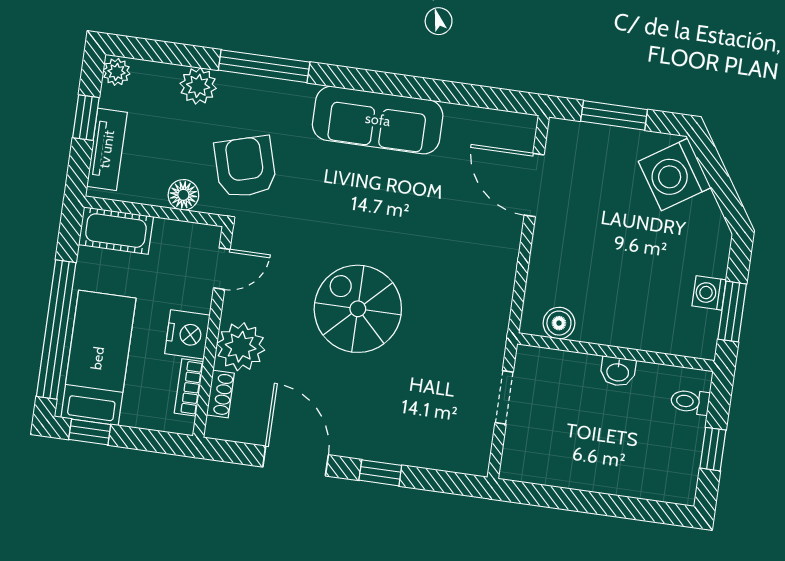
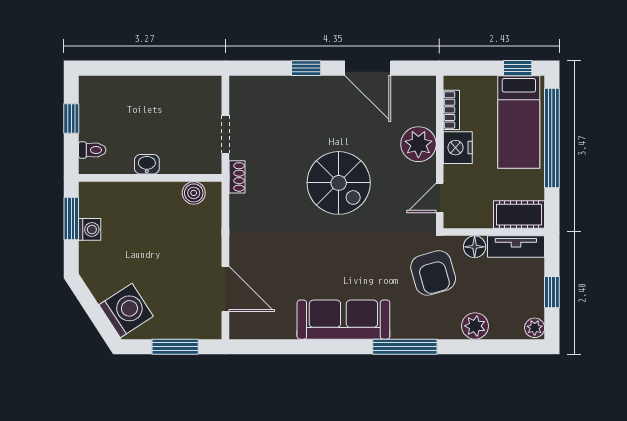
window: (264, 66) -> (405, 347), moved
tv unit: (107, 149) -> (516, 247), moved, turned -90
shoe rack: (220, 394) -> (237, 177), moved, turned 180

